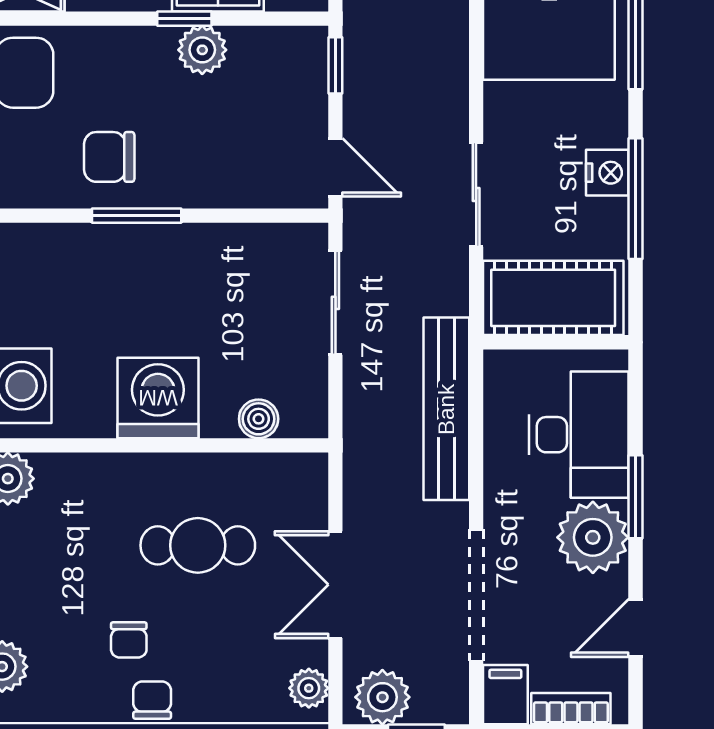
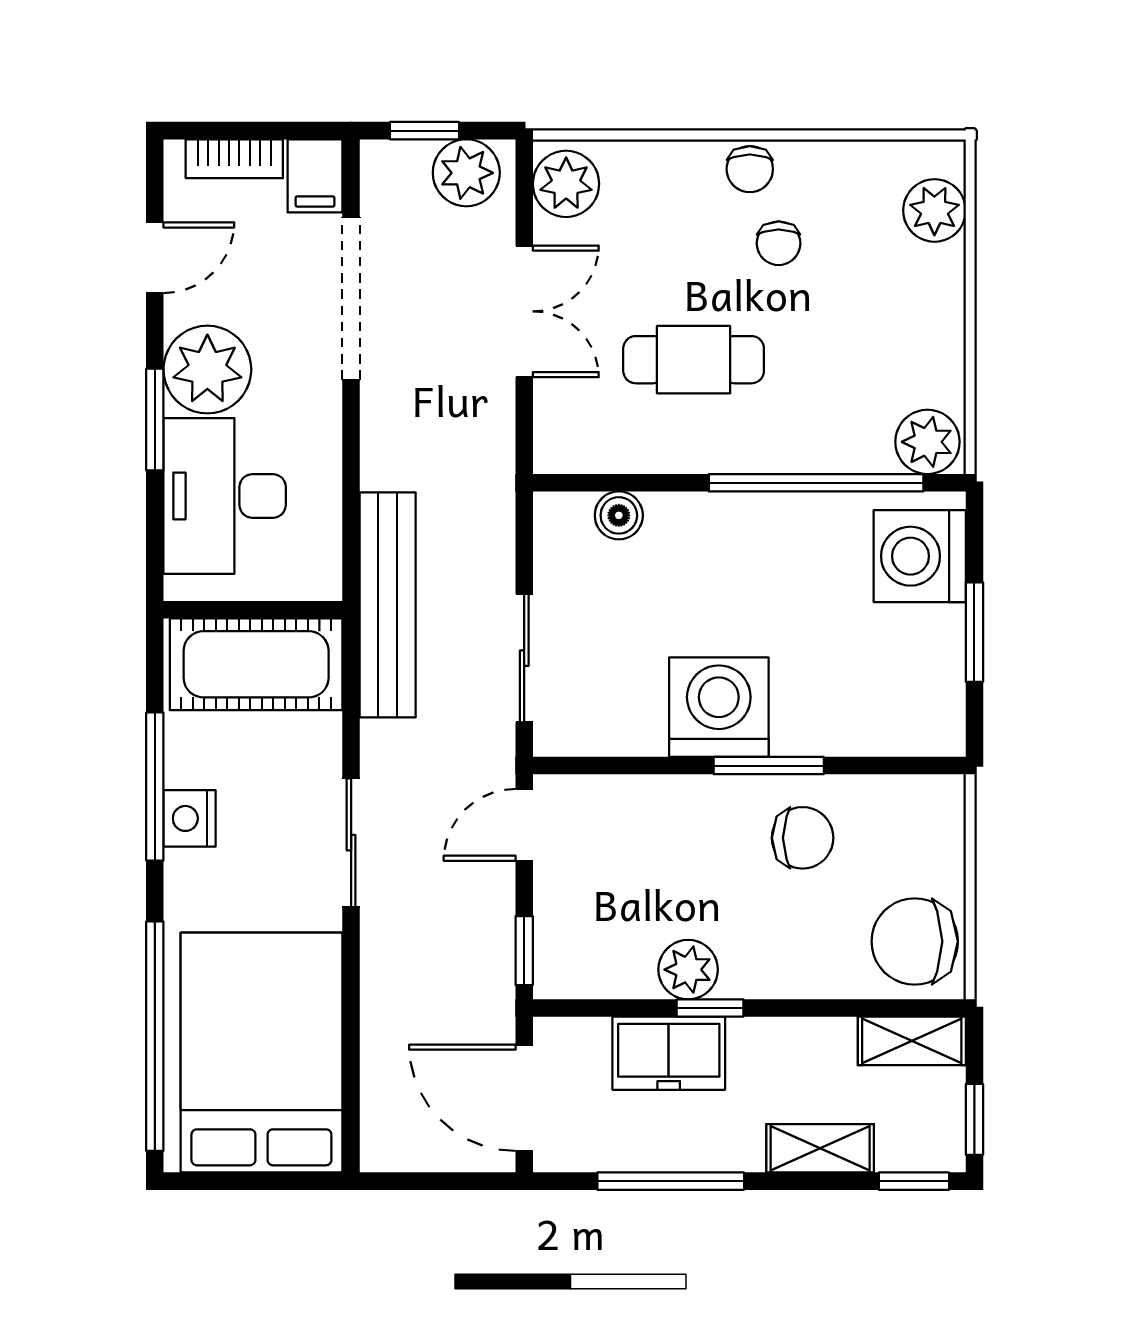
door: (335, 167) -> (524, 825), hinge flipped
sliding door: (476, 194) -> (351, 843), moved
washing machine: (158, 398) -> (719, 707), moved, turned 180
bench: (446, 409) -> (388, 605), moved
window: (98, 445) -> (816, 483), added
chair: (129, 640) -> (779, 243), turned 180
plant: (309, 688) -> (566, 184), width x1.38, depth x1.38

